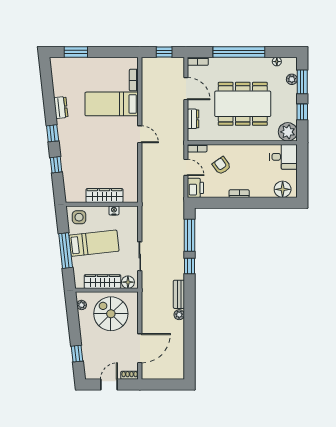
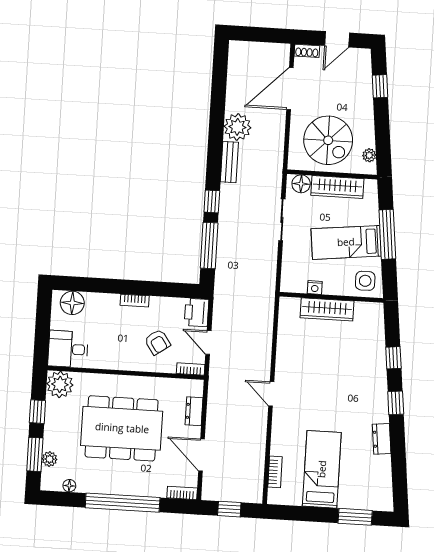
bed: (112, 104) -> (322, 469), moved, turned -90
plant: (179, 315) -> (237, 127), width x1.88, depth x1.88

